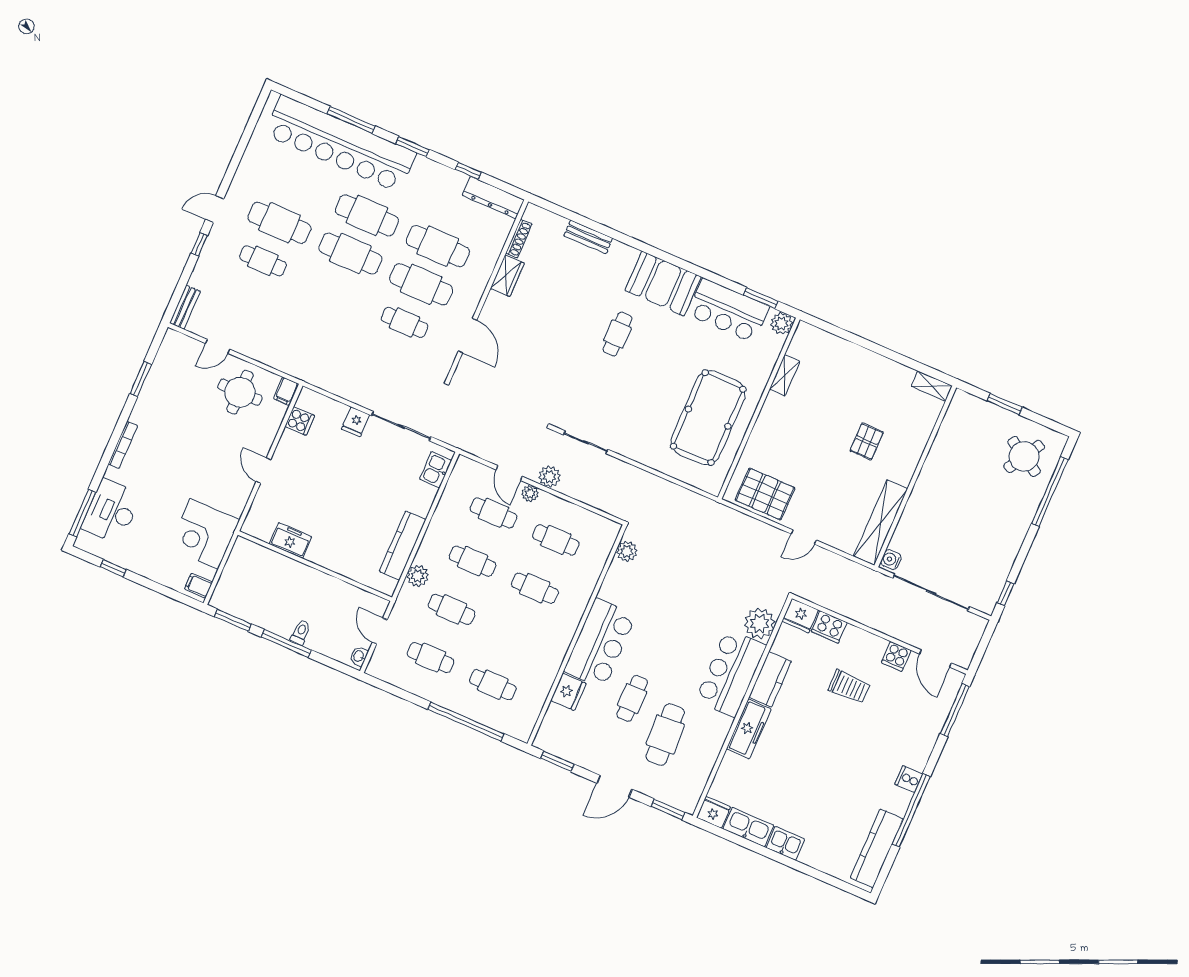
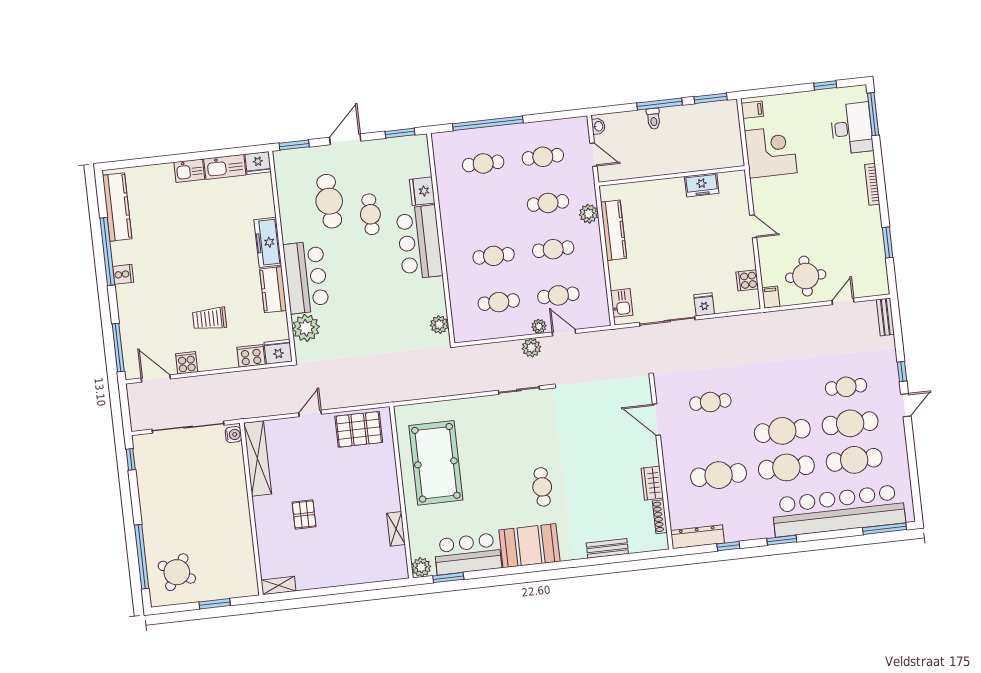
window: (351, 120) -> (884, 529), moved
cafe table: (421, 284) -> (854, 460), moved

